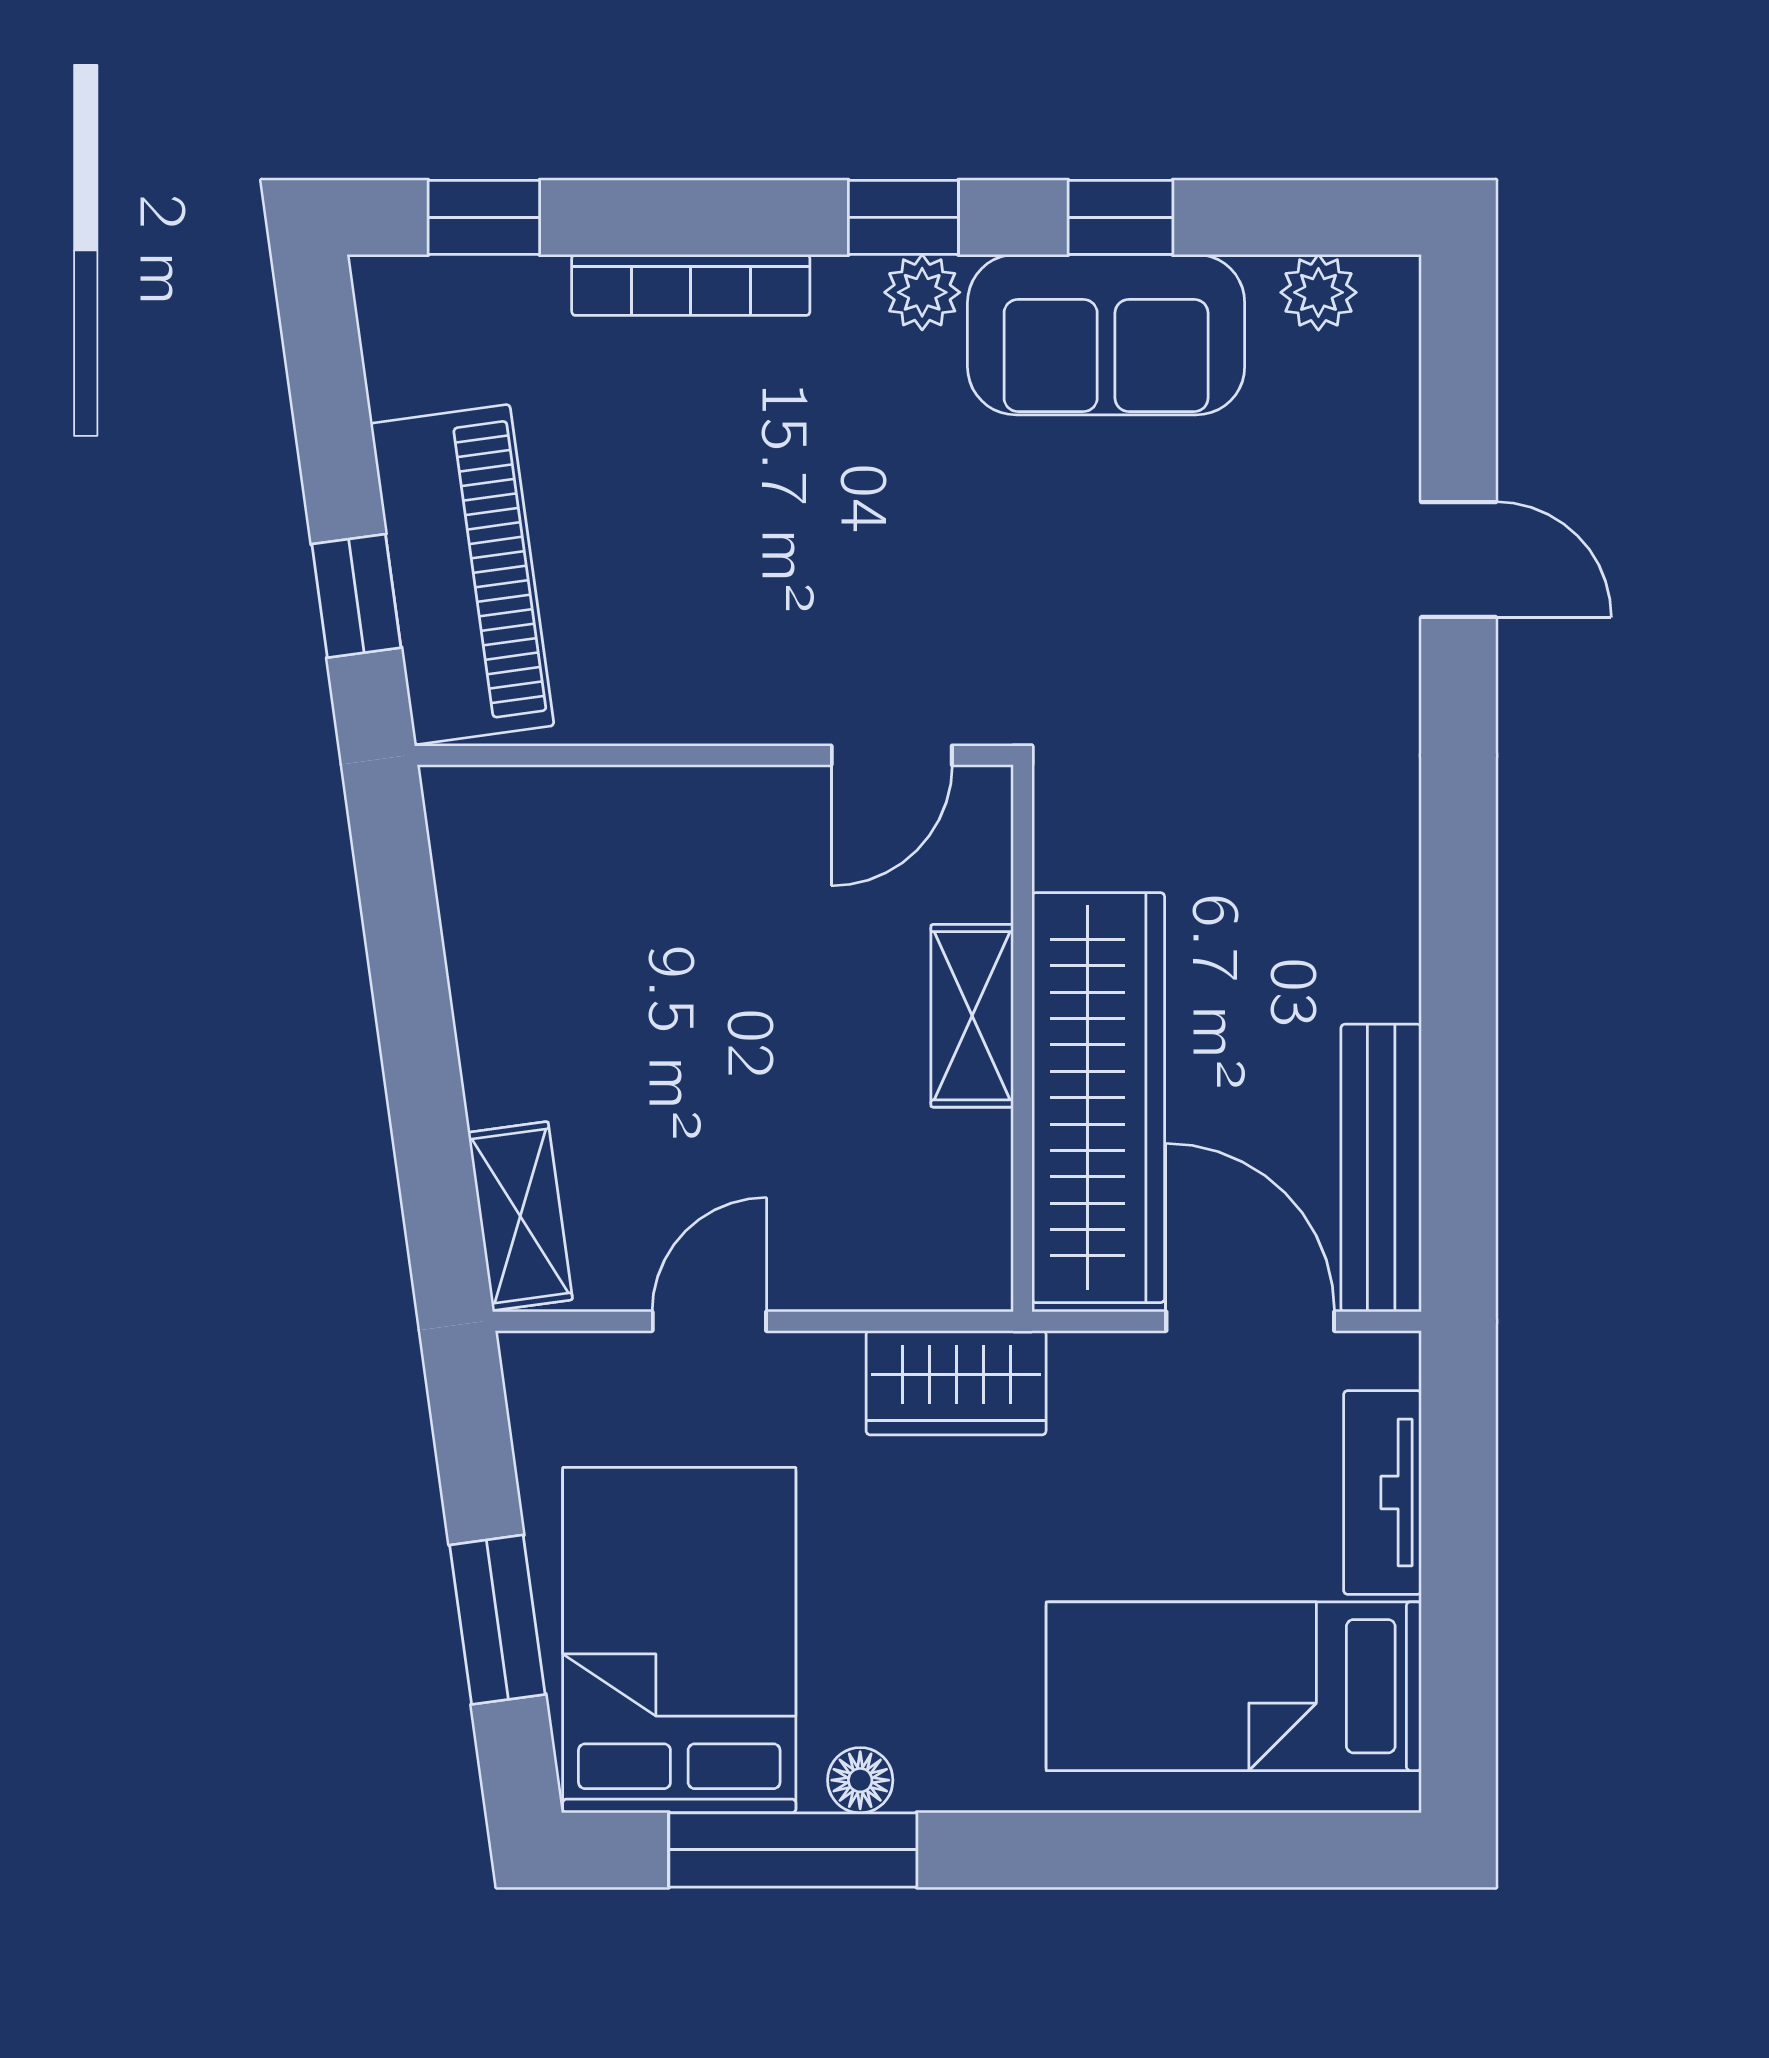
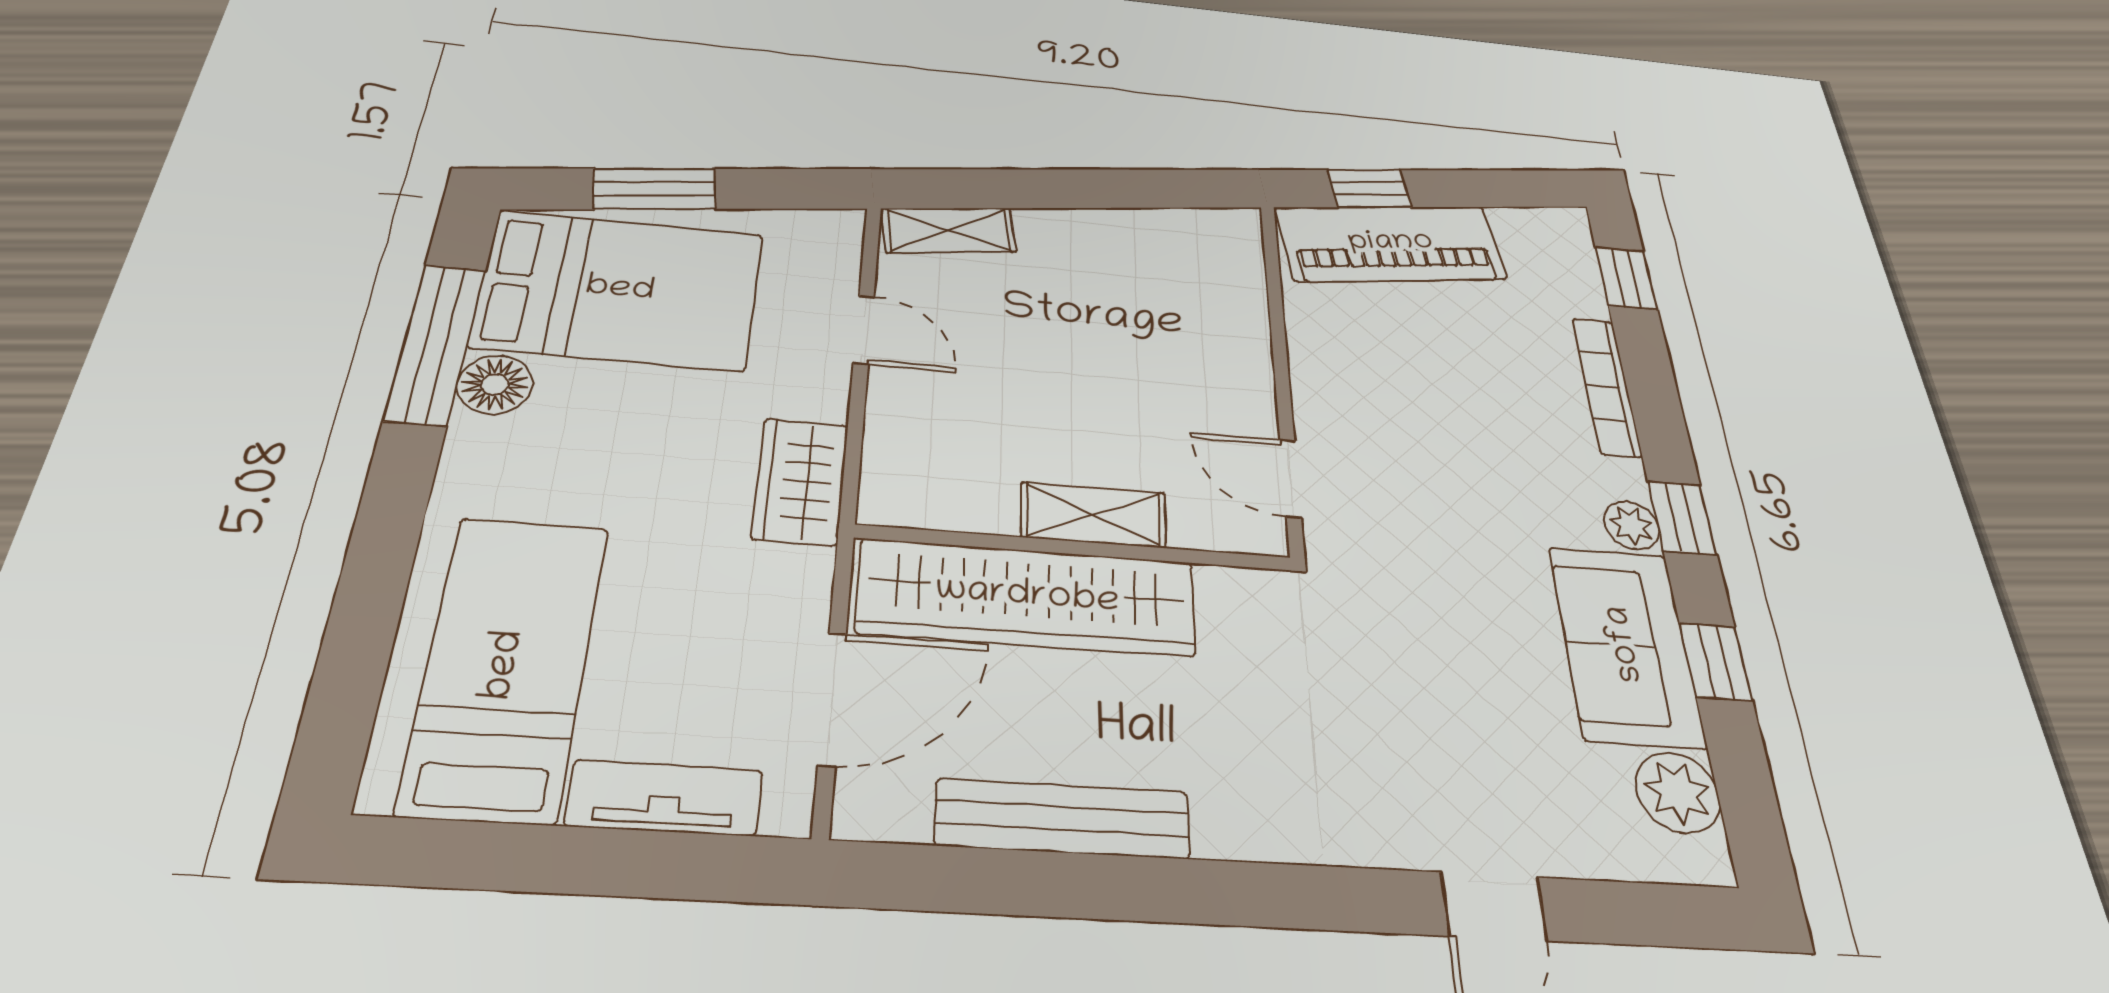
plant: (1318, 292) -> (1678, 792), width x1.38, depth x1.38
bench: (1381, 1168) -> (1063, 819), moved
floor lamp: (860, 1780) -> (495, 384), width x1.37, depth x1.37

